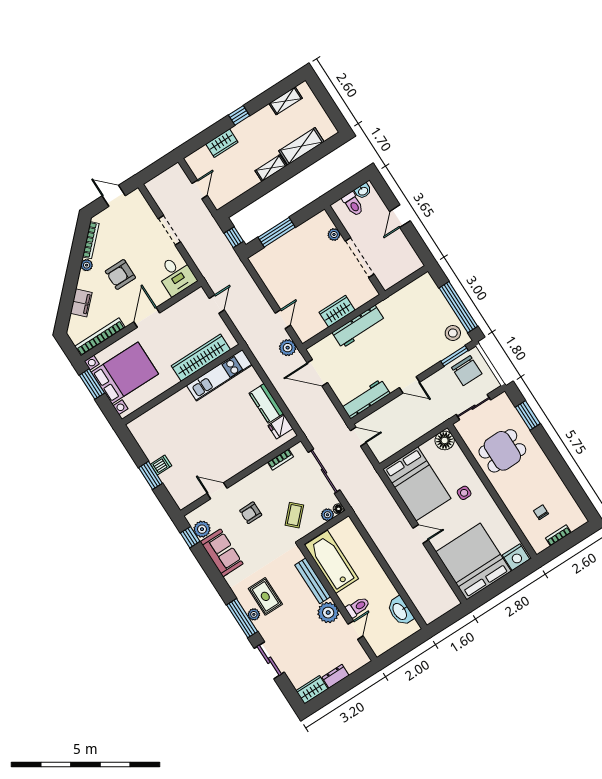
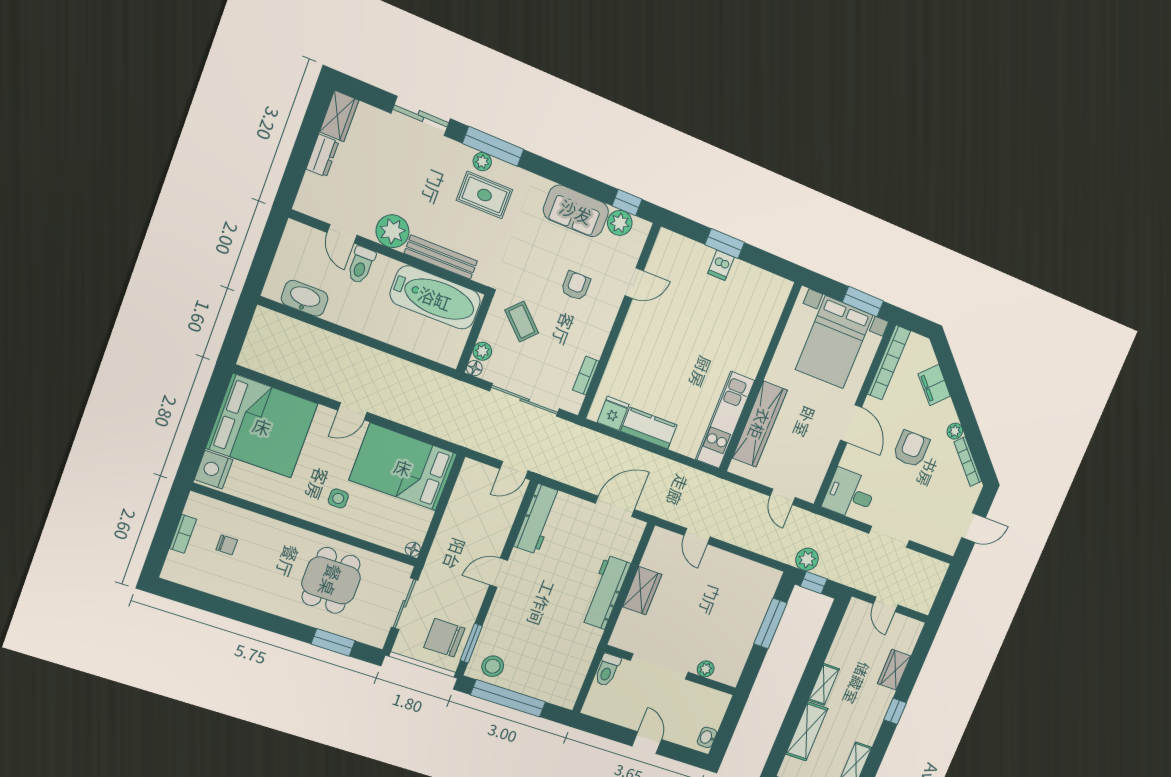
toilet: (353, 204) -> (607, 670), moved, turned -90
plant: (288, 348) -> (807, 559), moved
floor lamp: (445, 440) -> (413, 549), width x0.53, depth x0.53

